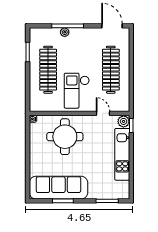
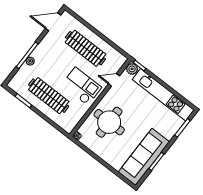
checkout: (77, 91) -> (81, 86), turned 180
kitchen unit: (122, 154) -> (163, 95), width x1.36

